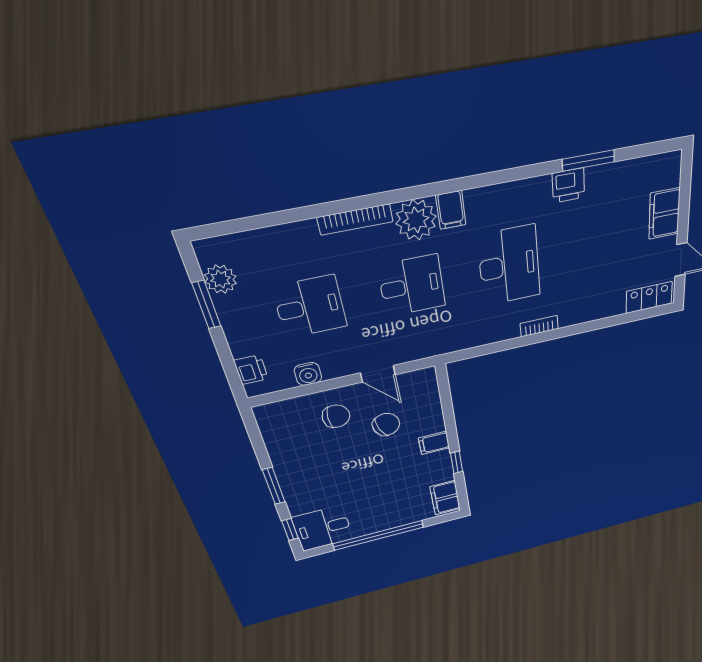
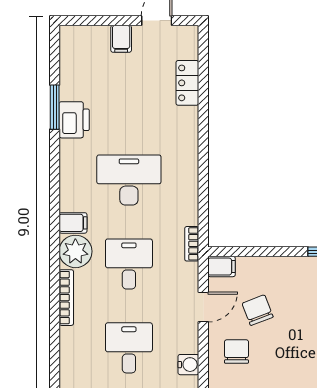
printer: (568, 185) -> (74, 120), width x1.36, depth x1.24
filing cabinet: (664, 214) -> (121, 39), width x0.50
locker: (649, 297) -> (187, 83), moved
bookcase: (539, 326) -> (192, 244), moved
filing cabinet: (434, 443) -> (222, 267), moved, turned -90

